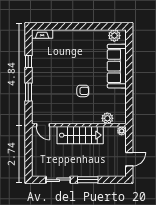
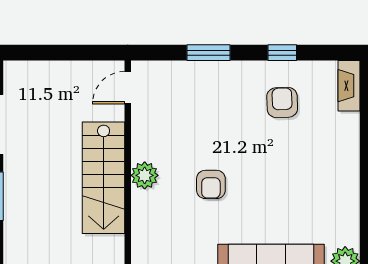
armchair: (49, 62) -> (282, 103), added
plant: (107, 118) -> (145, 175), moved

